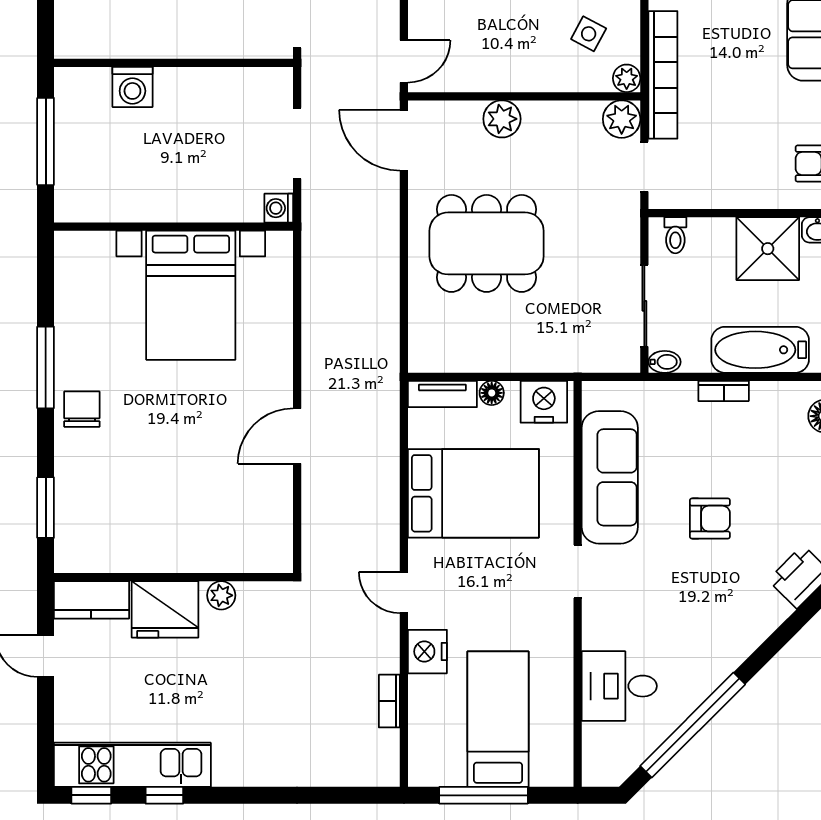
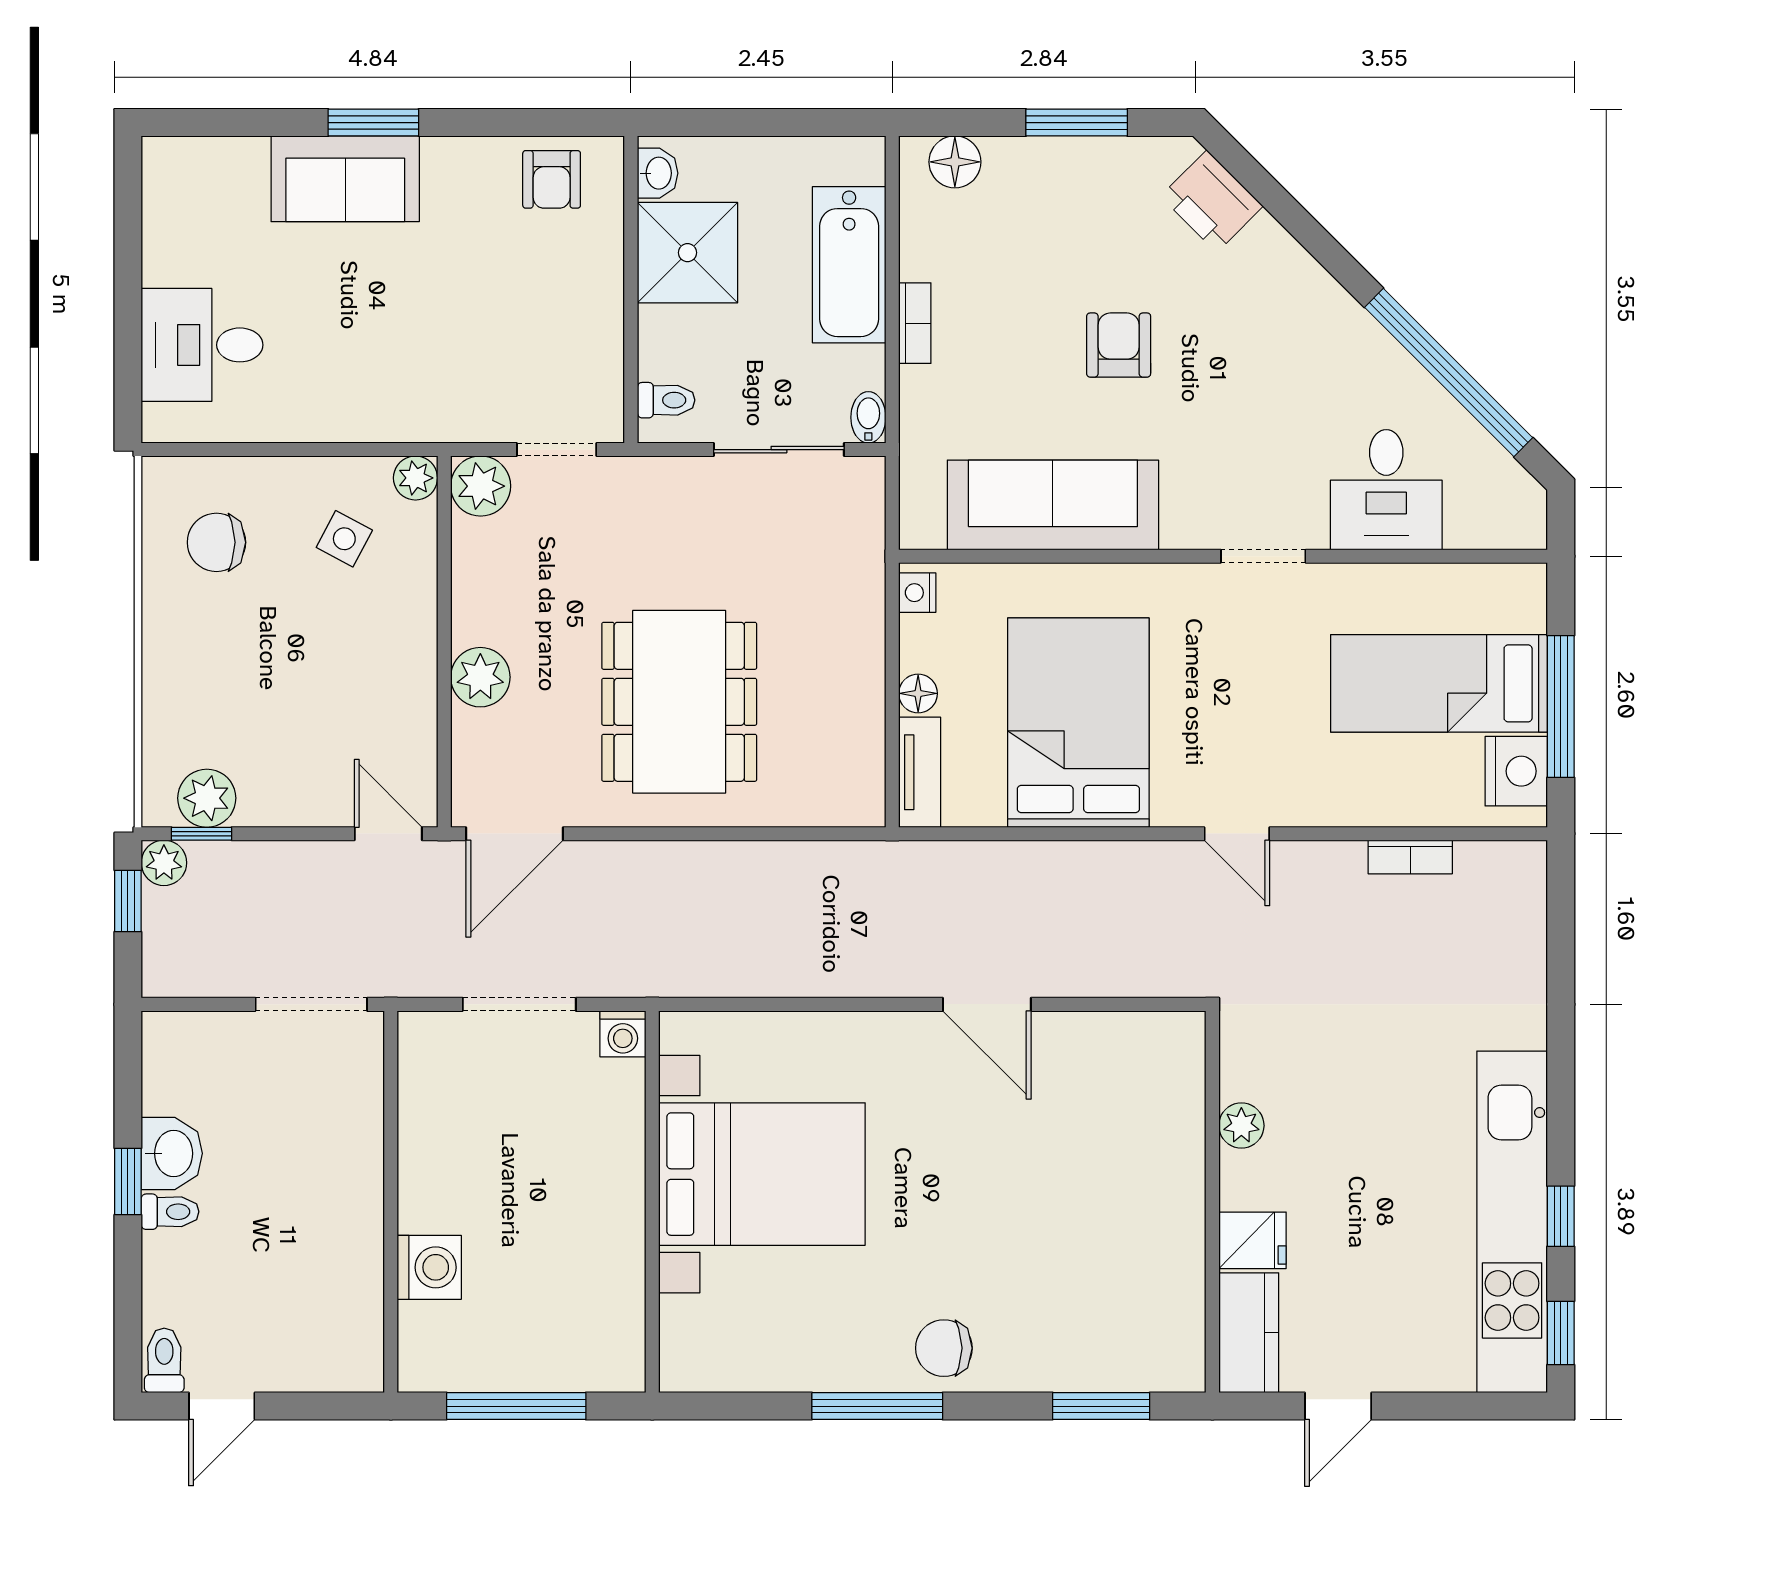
bookcase: (663, 75) -> (410, 420), removed
nightstand: (544, 402) -> (917, 593), width x0.53, depth x0.56
doorway: (578, 572) -> (1263, 556), moved
door: (404, 593) -> (1237, 834), hinge flipped
fridge: (165, 609) -> (1252, 1240), width x0.53, depth x0.75
nightstand: (427, 652) -> (1516, 771), moved, turned -90
kitchen unit: (132, 765) -> (1512, 1222), width x1.36

